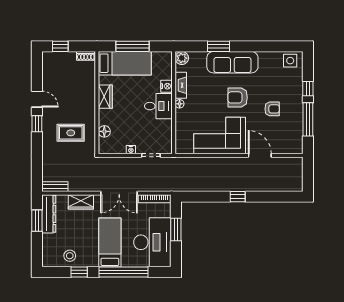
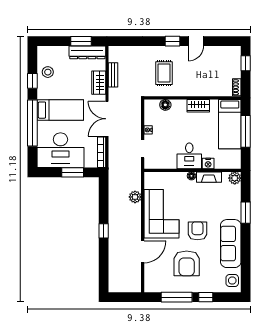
sofa: (232, 62) -> (231, 244), moved
armchair: (272, 109) -> (187, 263), width x1.88, depth x1.88
plant: (202, 163) -> (135, 197), added
bench: (55, 187) -> (113, 75), moved

